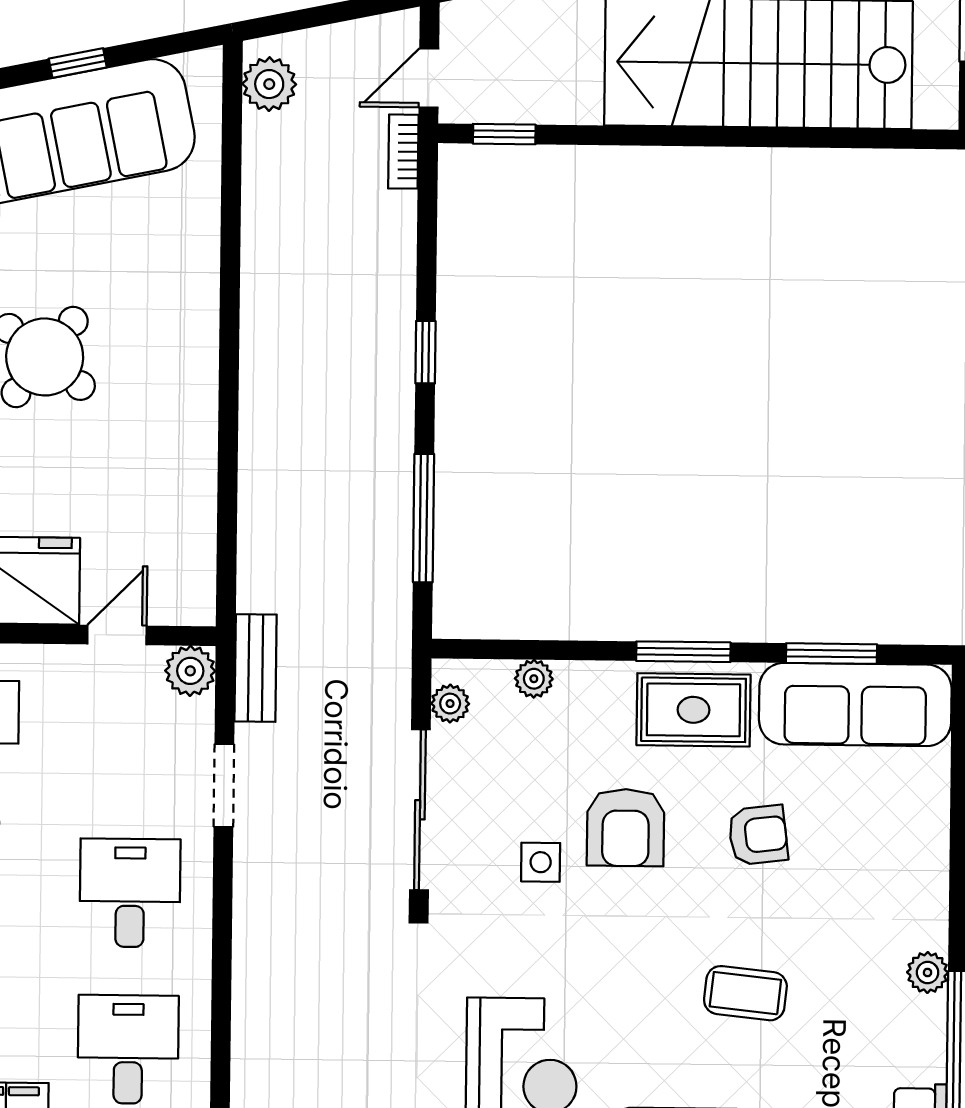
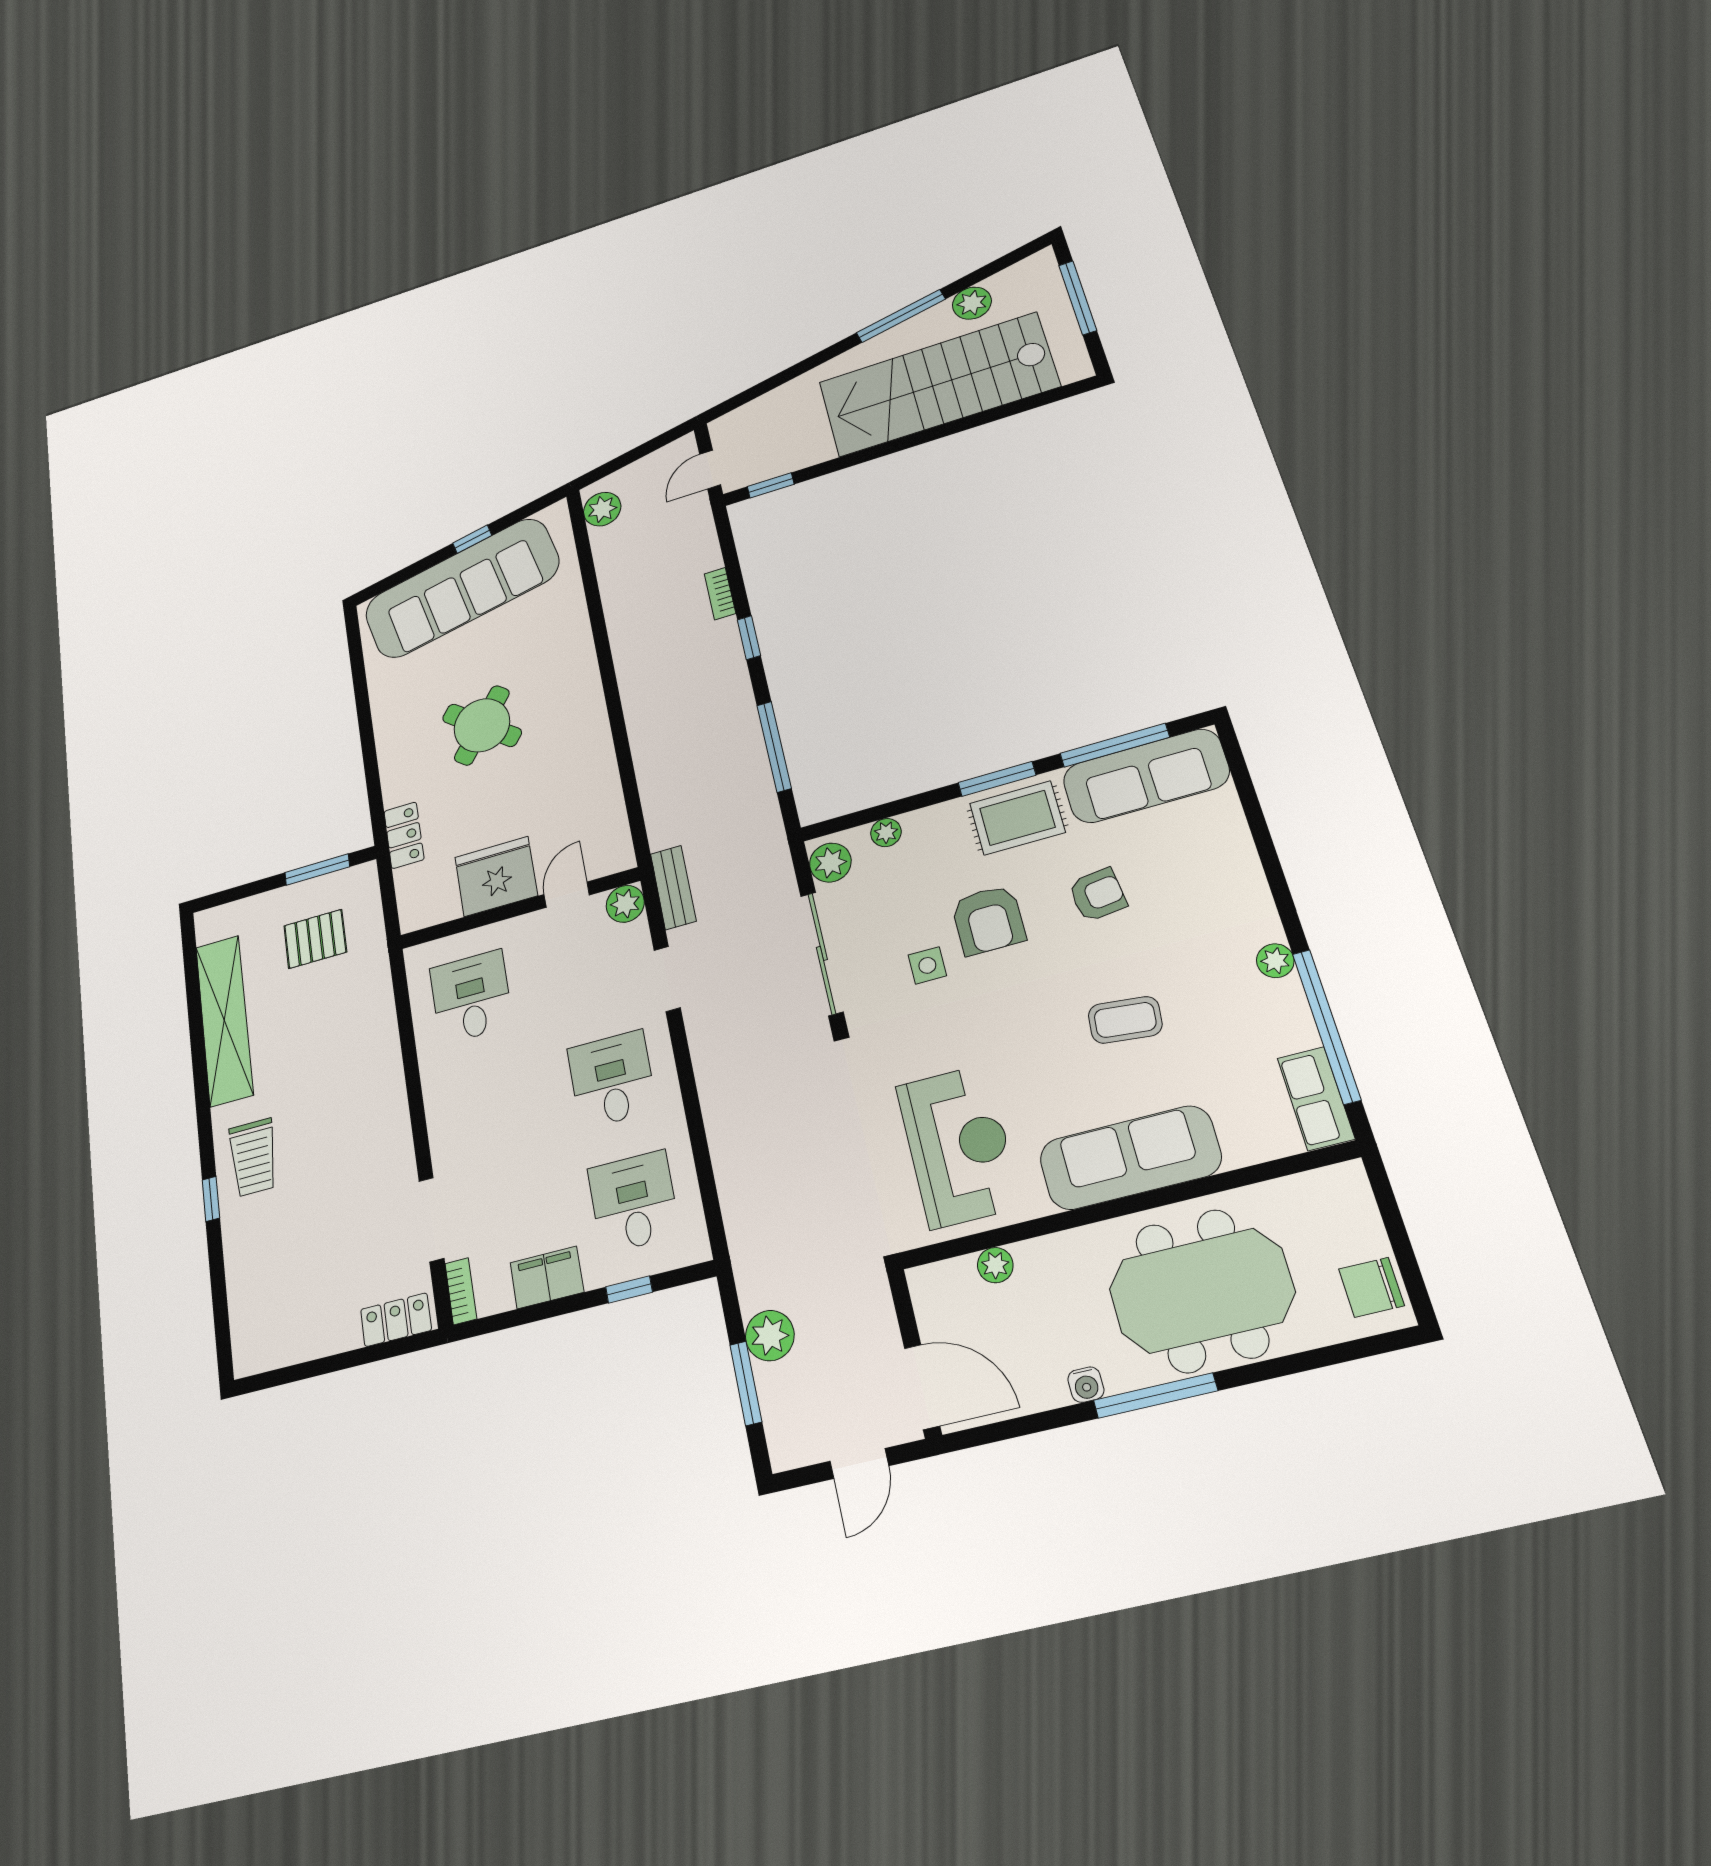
bookcase: (403, 152) -> (720, 594), moved
window: (831, 654) -> (1115, 745), width x1.44
plant: (450, 704) -> (830, 863), width x1.38, depth x1.38

